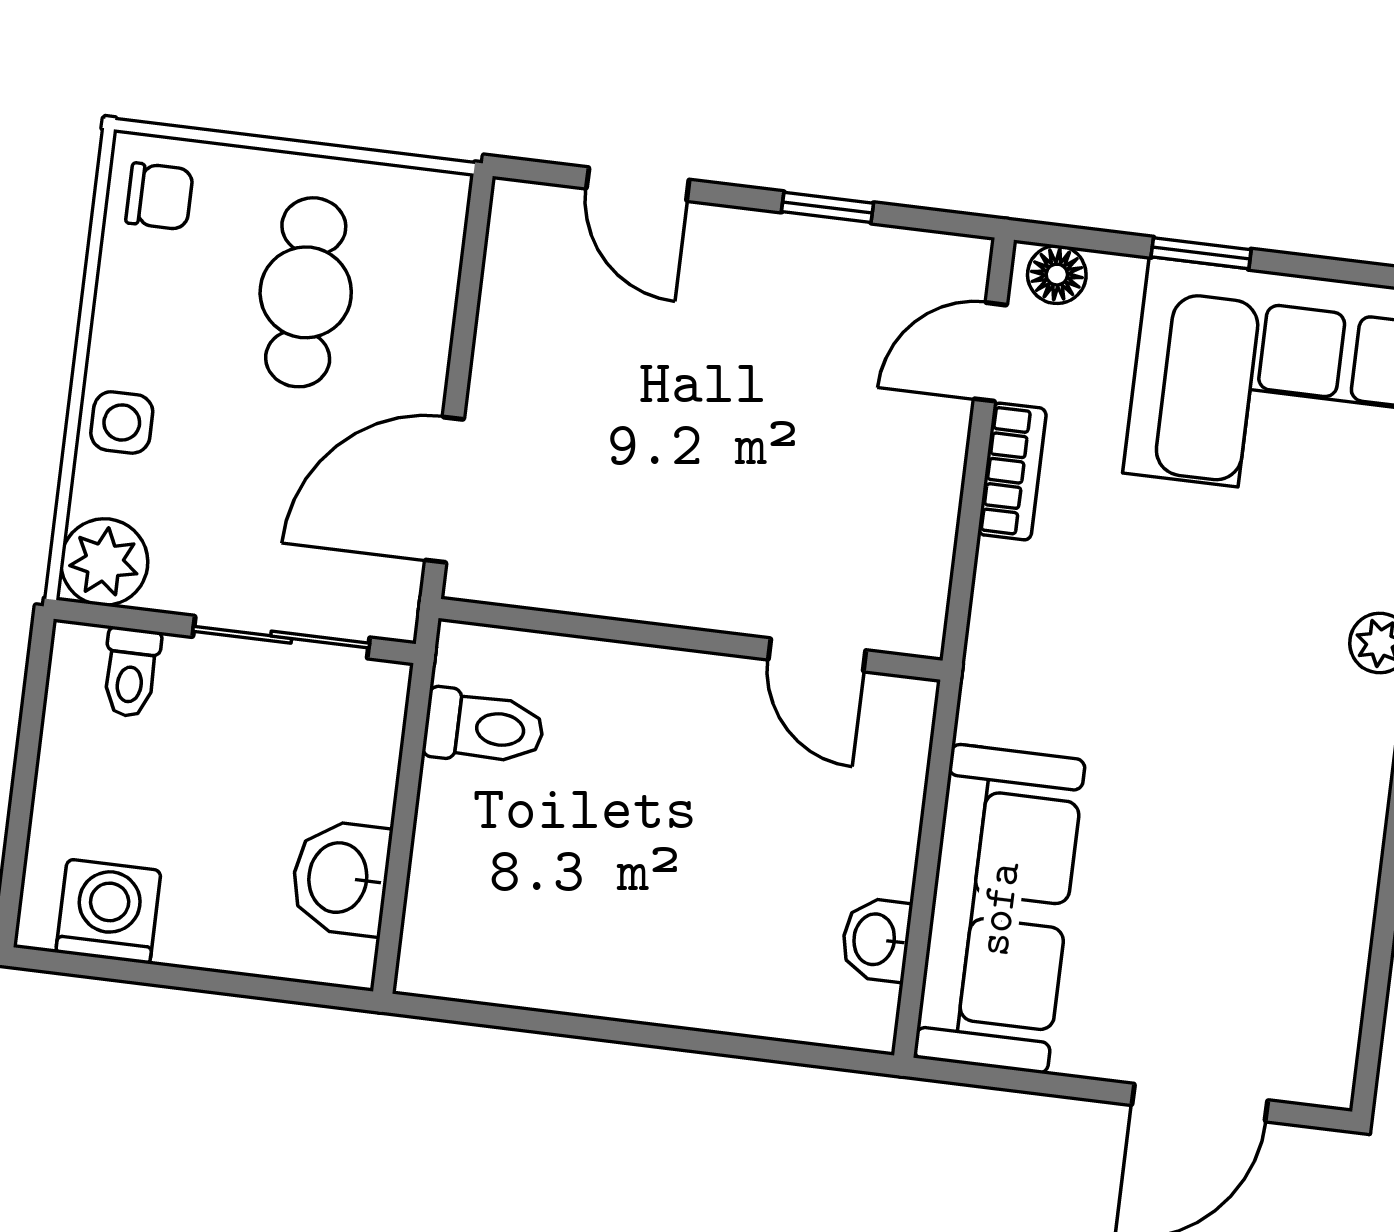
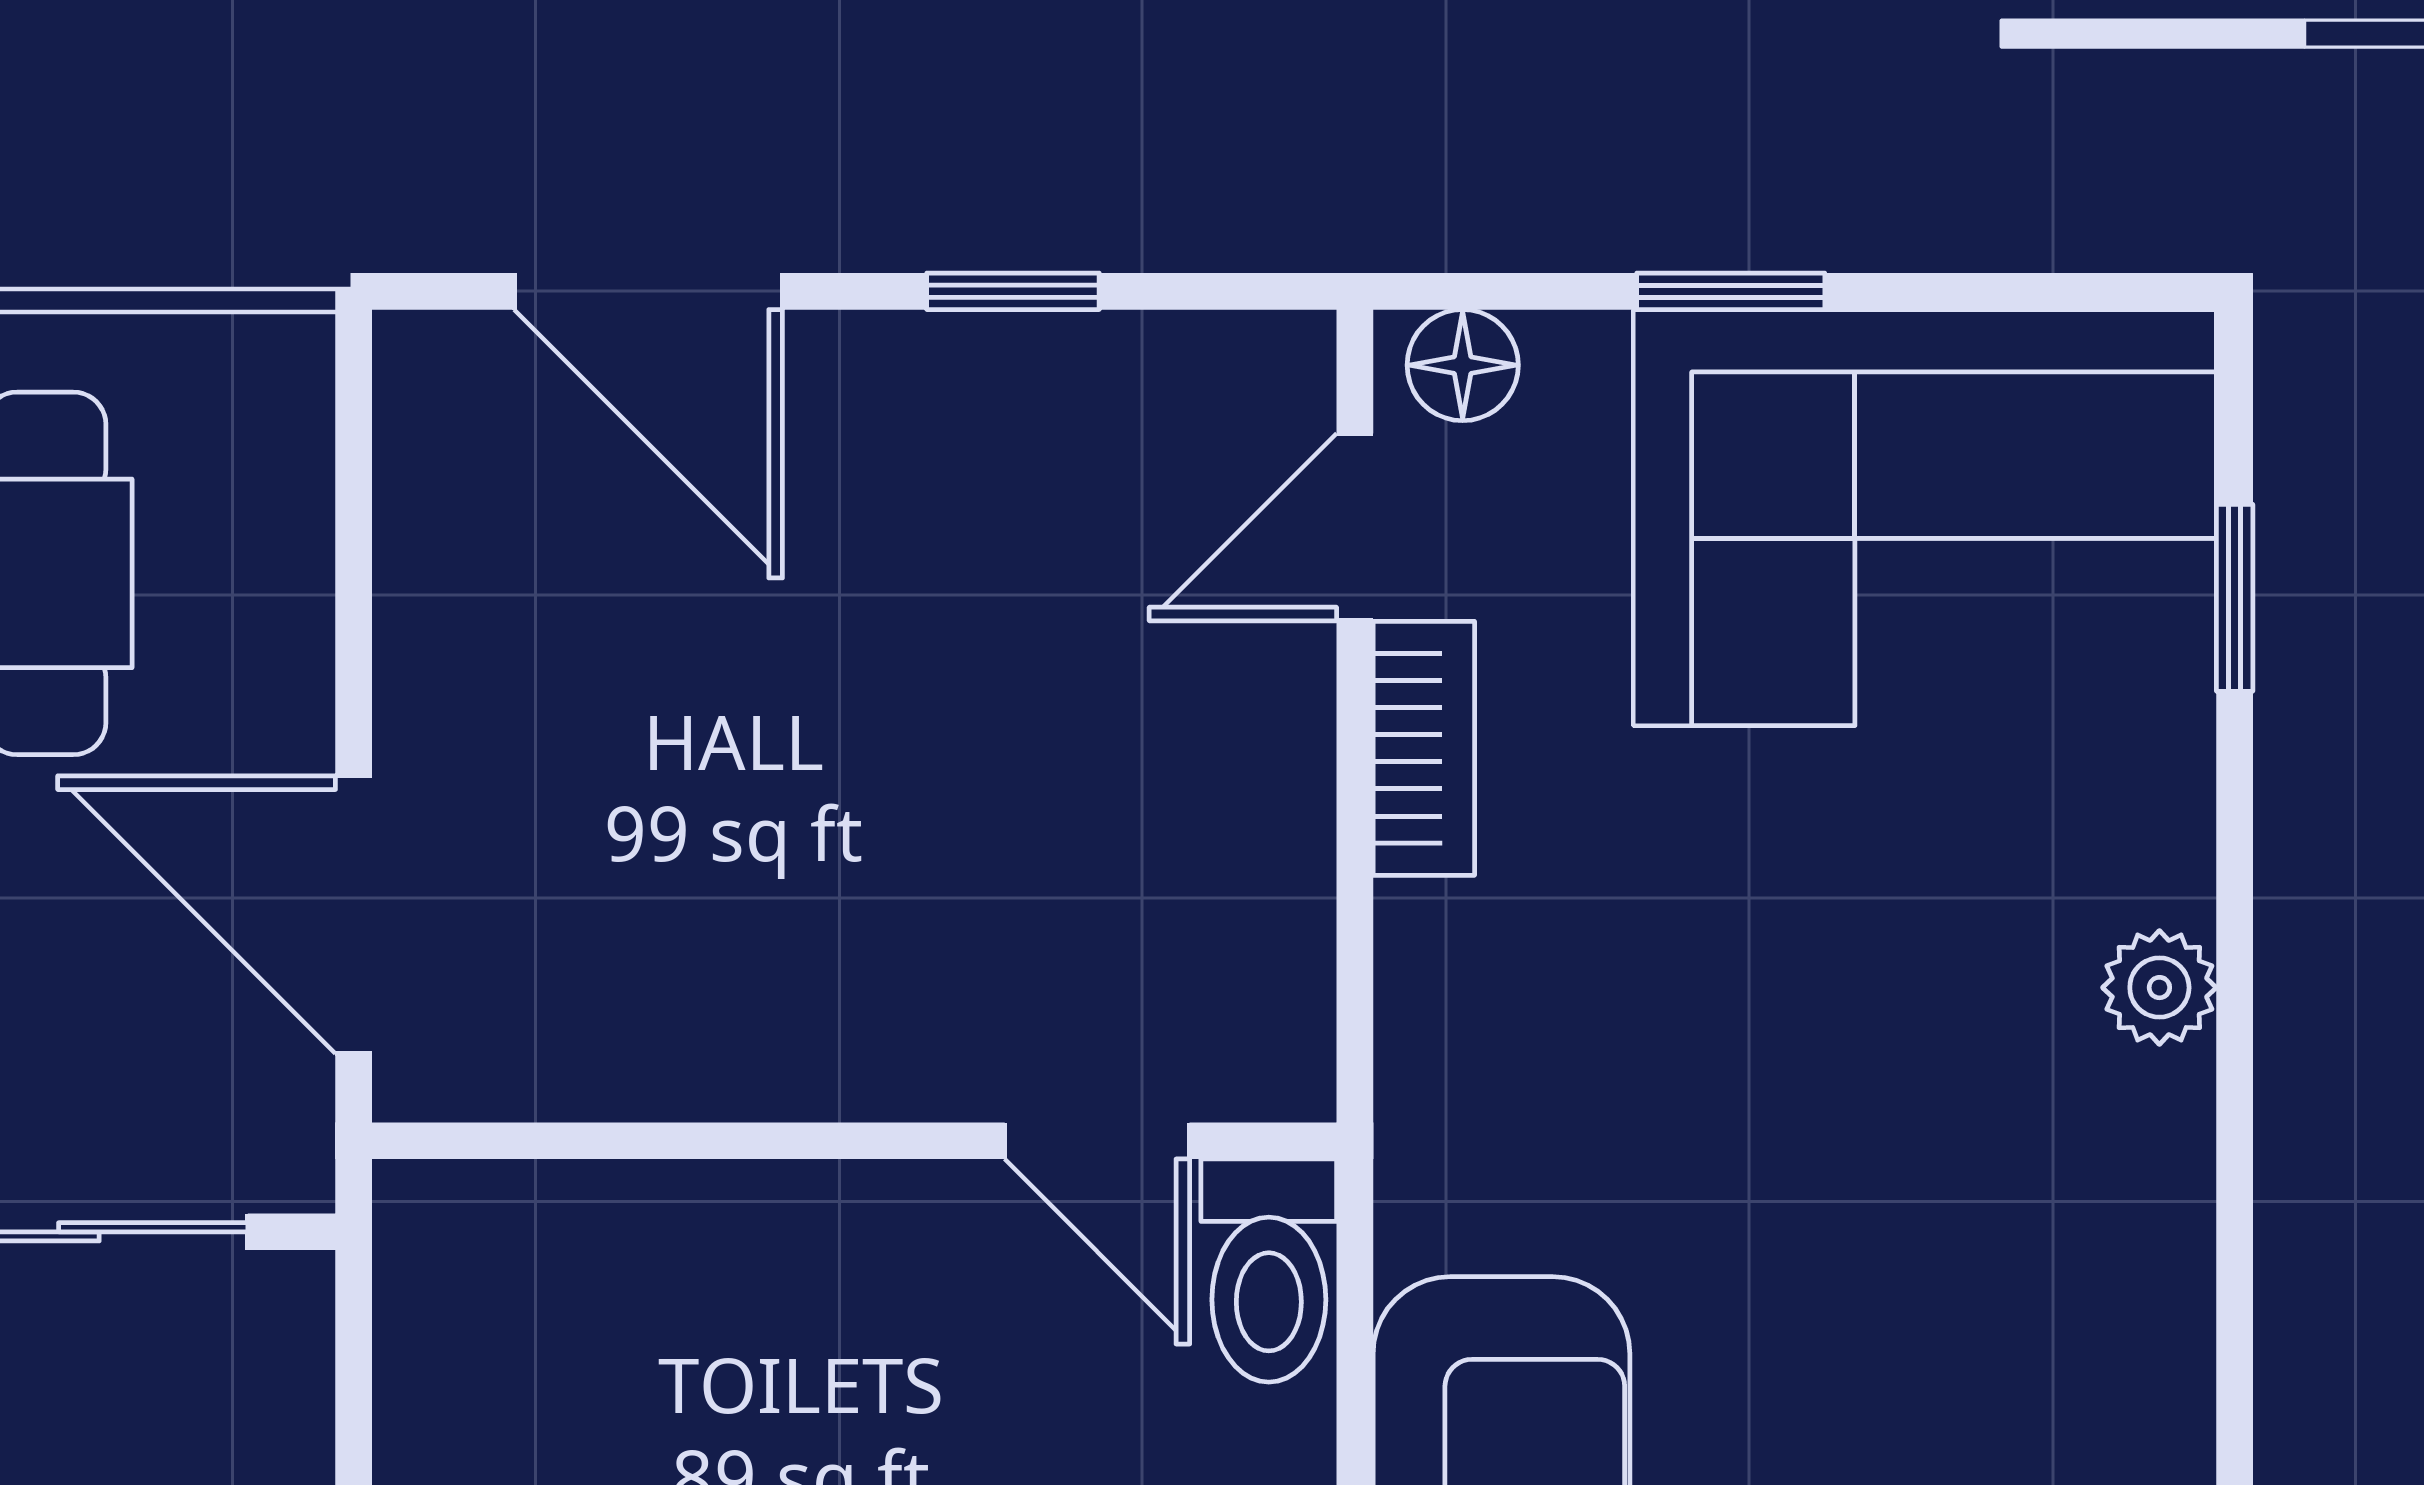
door: (638, 184) -> (648, 291), width x1.38
door: (444, 490) -> (354, 915), hinge flipped
toilet: (484, 727) -> (1269, 1271), moved, turned 90

